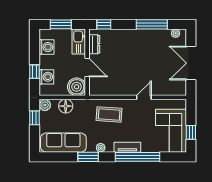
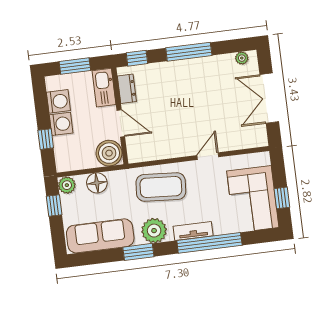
window: (152, 24) -> (189, 52), moved
washing machine: (46, 77) -> (61, 124), moved
coffee table: (109, 114) -> (161, 187), width x1.36, depth x1.32
plant: (101, 148) -> (154, 231), width x1.87, depth x1.87

